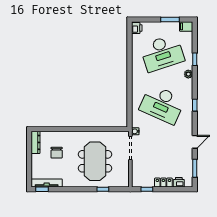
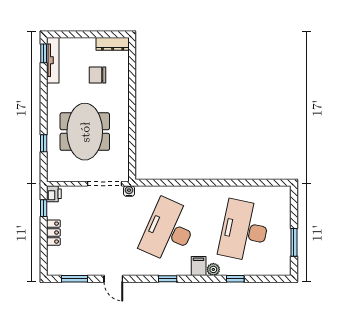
filing cabinet: (186, 26) -> (199, 266), moved
printer: (137, 28) -> (281, 193), removed
desk: (162, 53) -> (244, 231), turned 30
meeting table: (95, 161) -> (85, 132), turned 90
printer: (179, 182) -> (54, 194), moved

